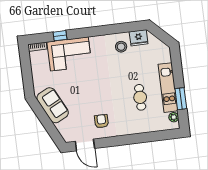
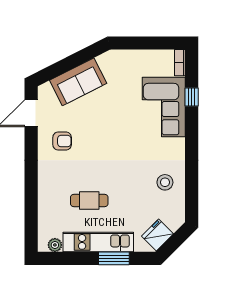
fridge: (139, 38) -> (157, 235), moved, turned 45
window: (181, 99) -> (114, 258), moved
sofa: (53, 105) -> (78, 82), moved

